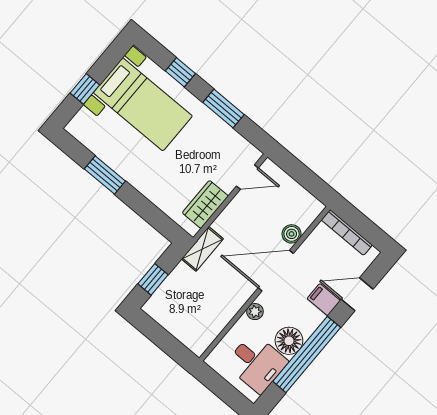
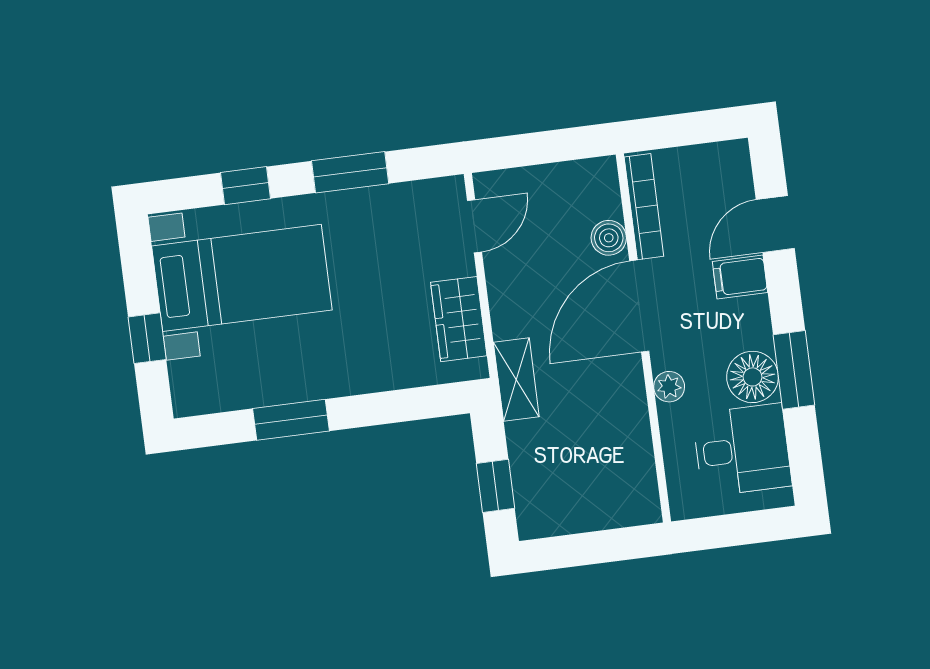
bookcase: (347, 232) -> (644, 207), moved, turned -90
window: (307, 354) -> (794, 370), width x0.47

